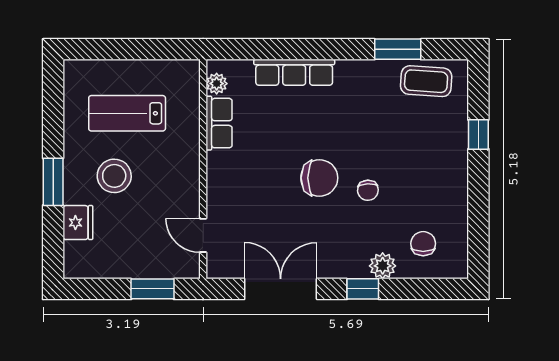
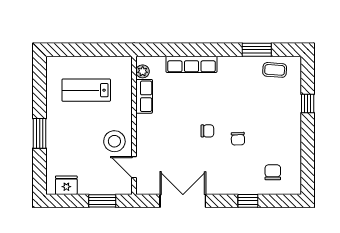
coffee table: (426, 81) -> (275, 70), width x0.73, depth x0.77
stool: (114, 176) -> (114, 141), moved
chair: (319, 178) -> (207, 131), width x0.54, depth x0.54
fridge: (78, 223) -> (66, 185), moved, turned -90
plant: (383, 266) -> (247, 186), removed
window: (363, 289) -> (248, 201), moved

